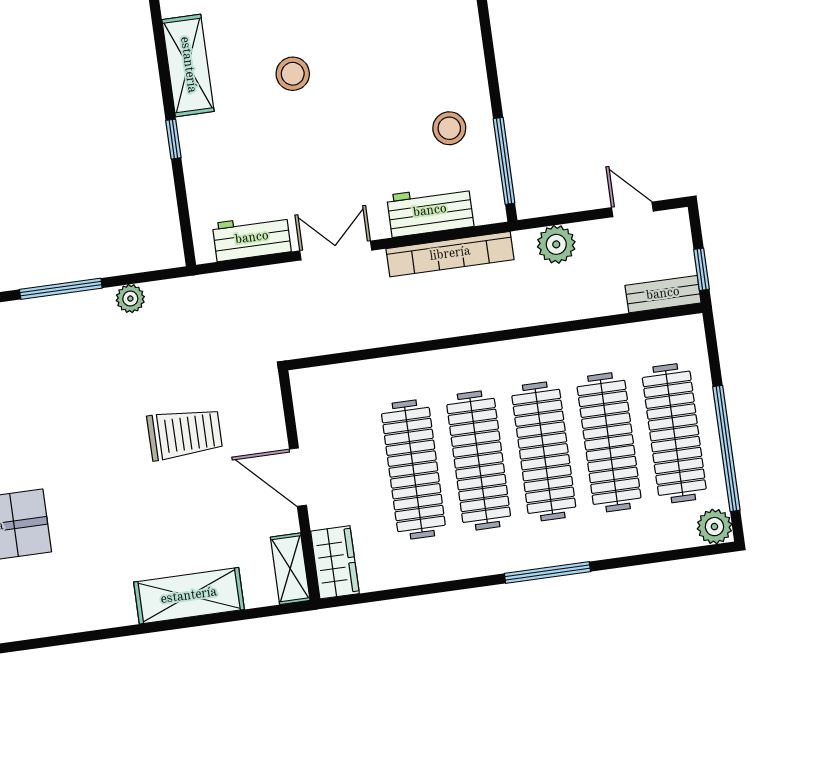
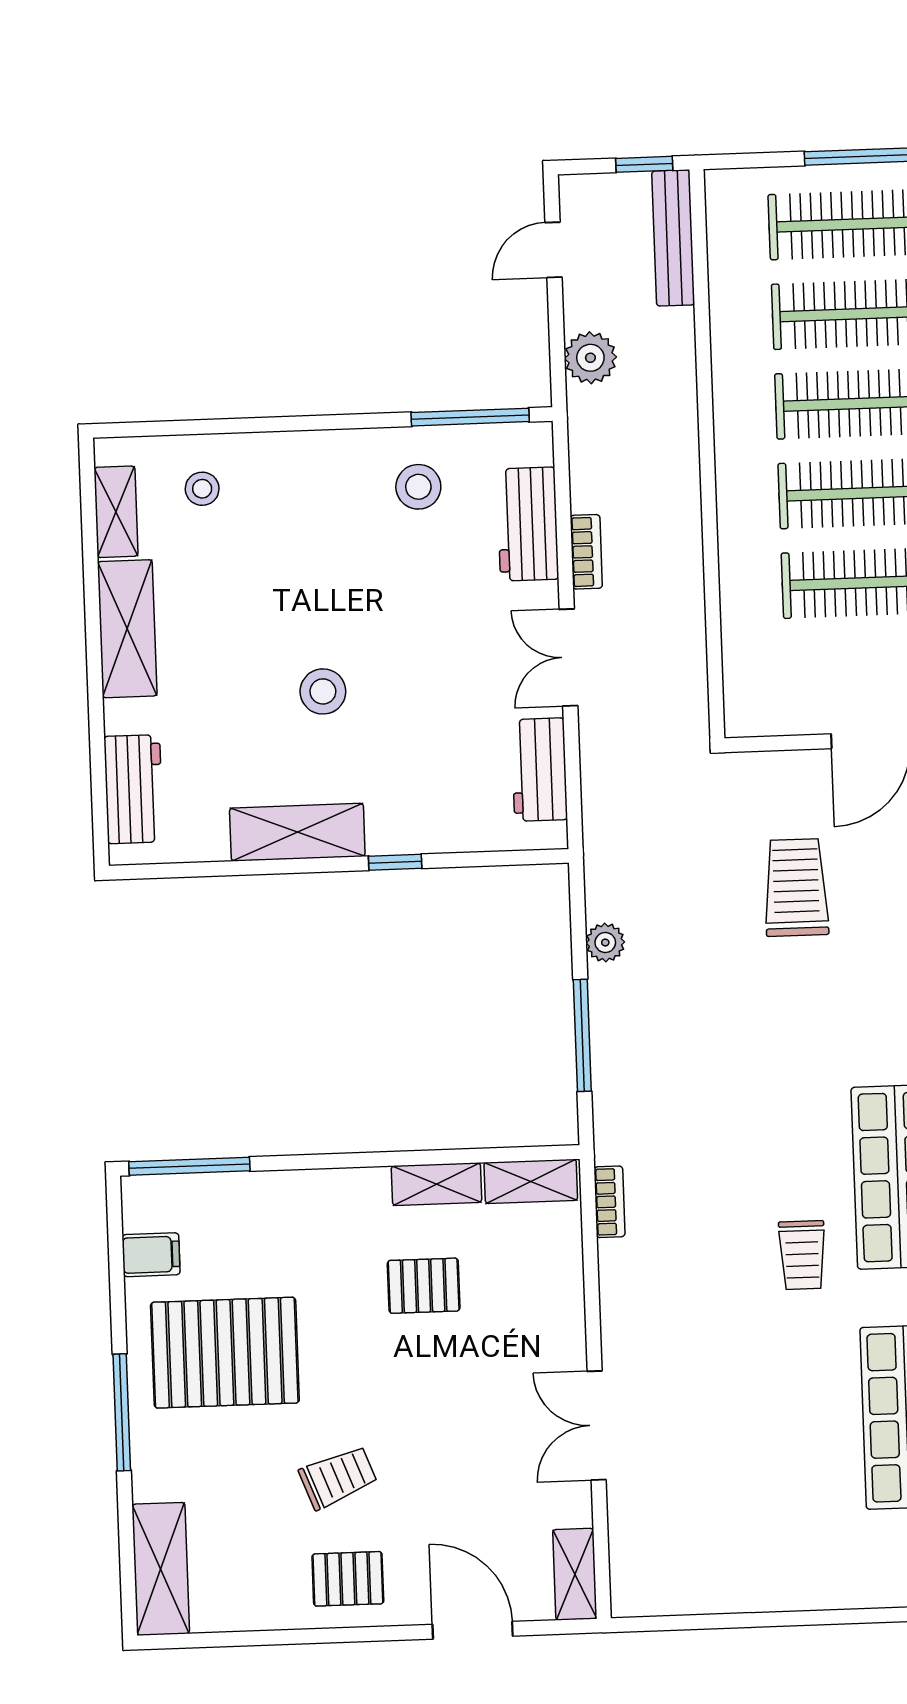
bookcase: (450, 254) -> (586, 552), width x0.43, depth x0.76
bench: (663, 294) -> (673, 238), width x1.36

